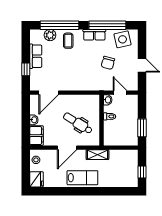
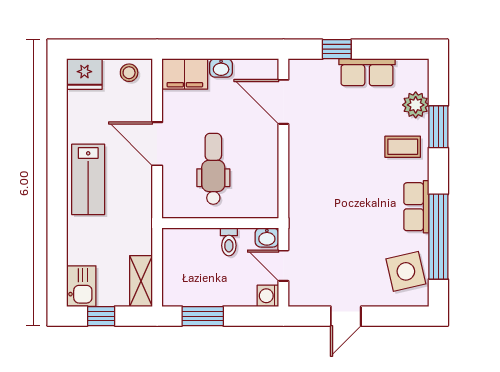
window: (59, 25) -> (438, 127), width x0.47
chair: (108, 63) -> (352, 238), removed
door: (120, 93) -> (283, 266), swing flipped
washing machine: (133, 99) -> (268, 296), added
dental chair: (78, 123) -> (213, 169), turned -32
shelving: (97, 155) -> (141, 281), moved
kitchen sink: (129, 181) -> (81, 286), added

